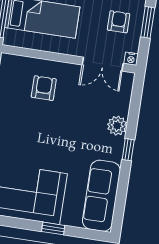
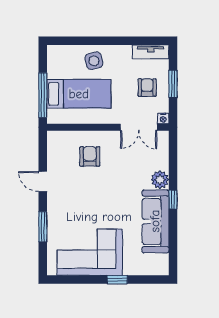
sofa: (101, 196) -> (155, 221), moved

